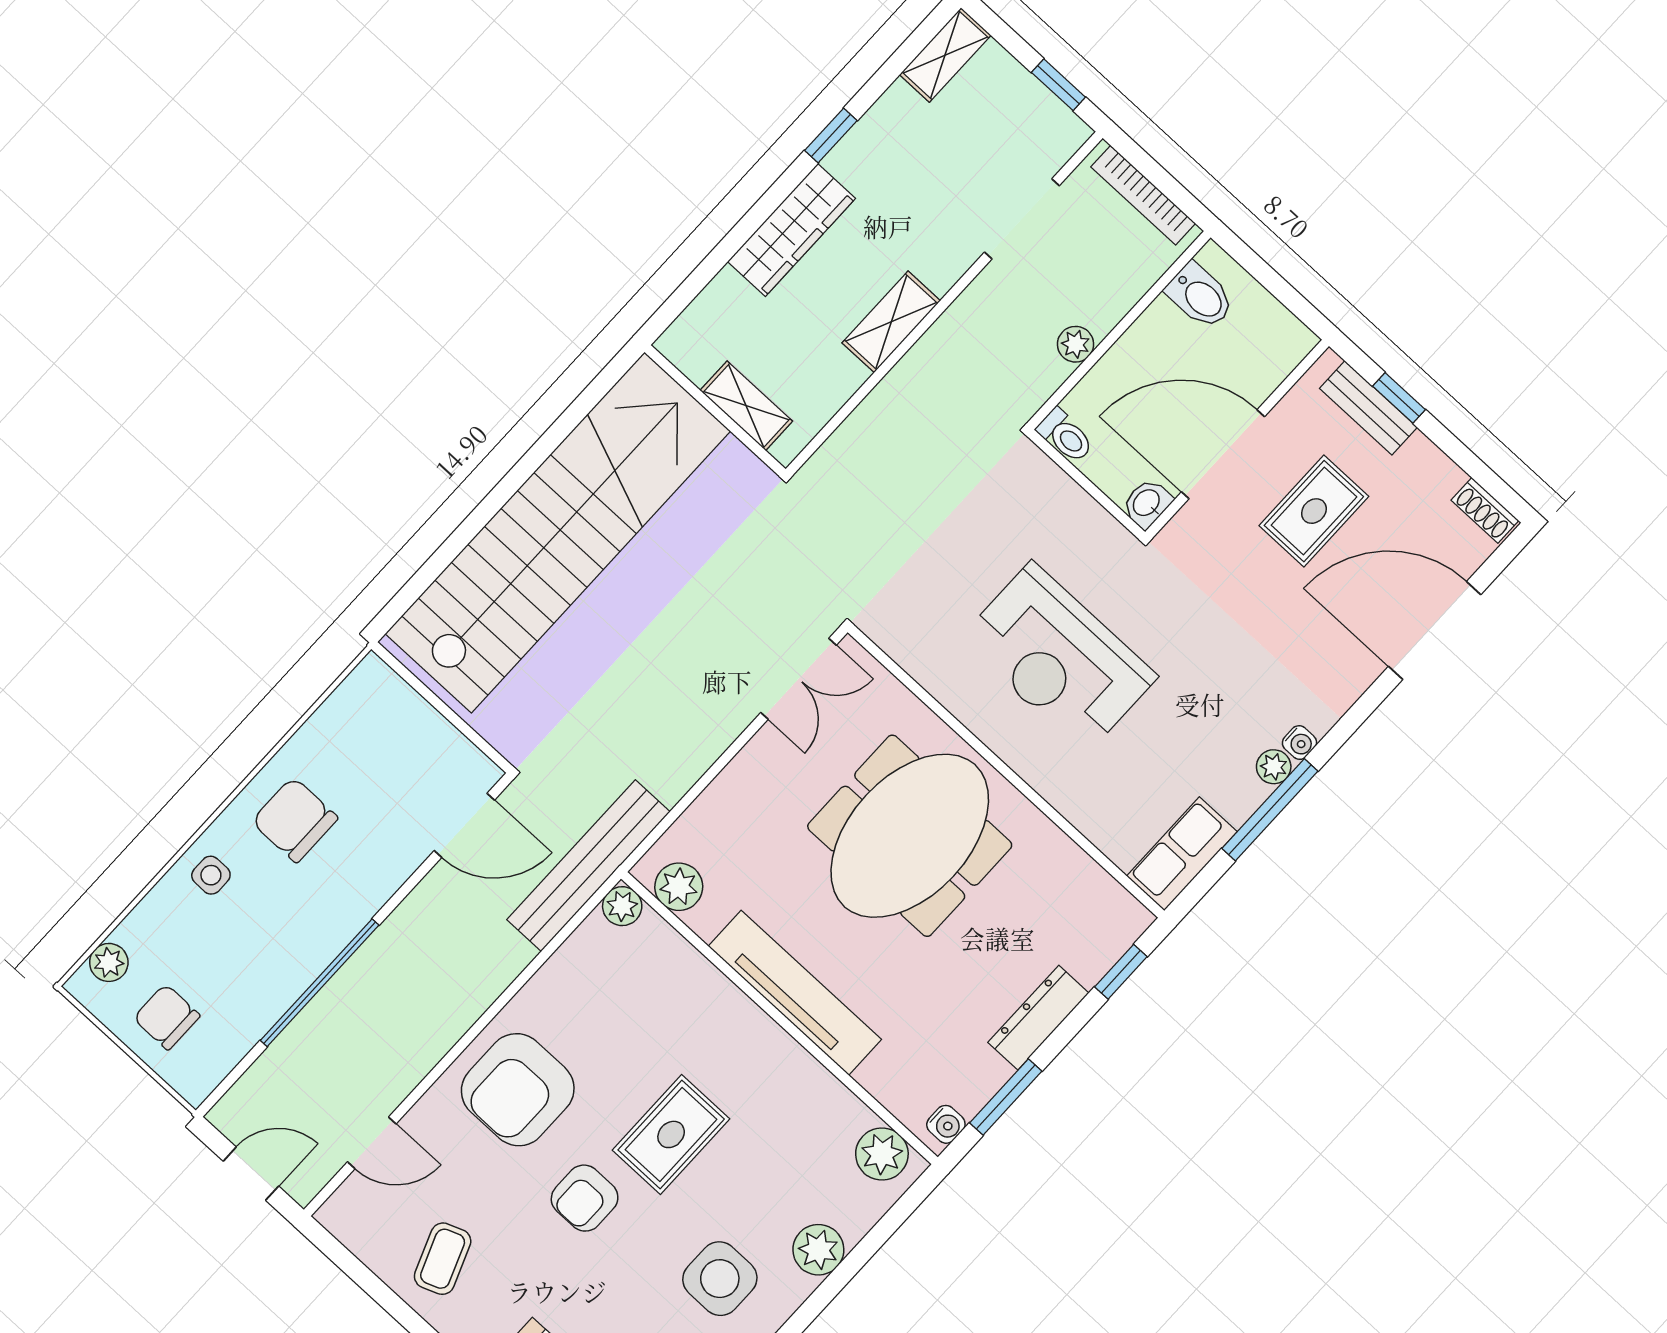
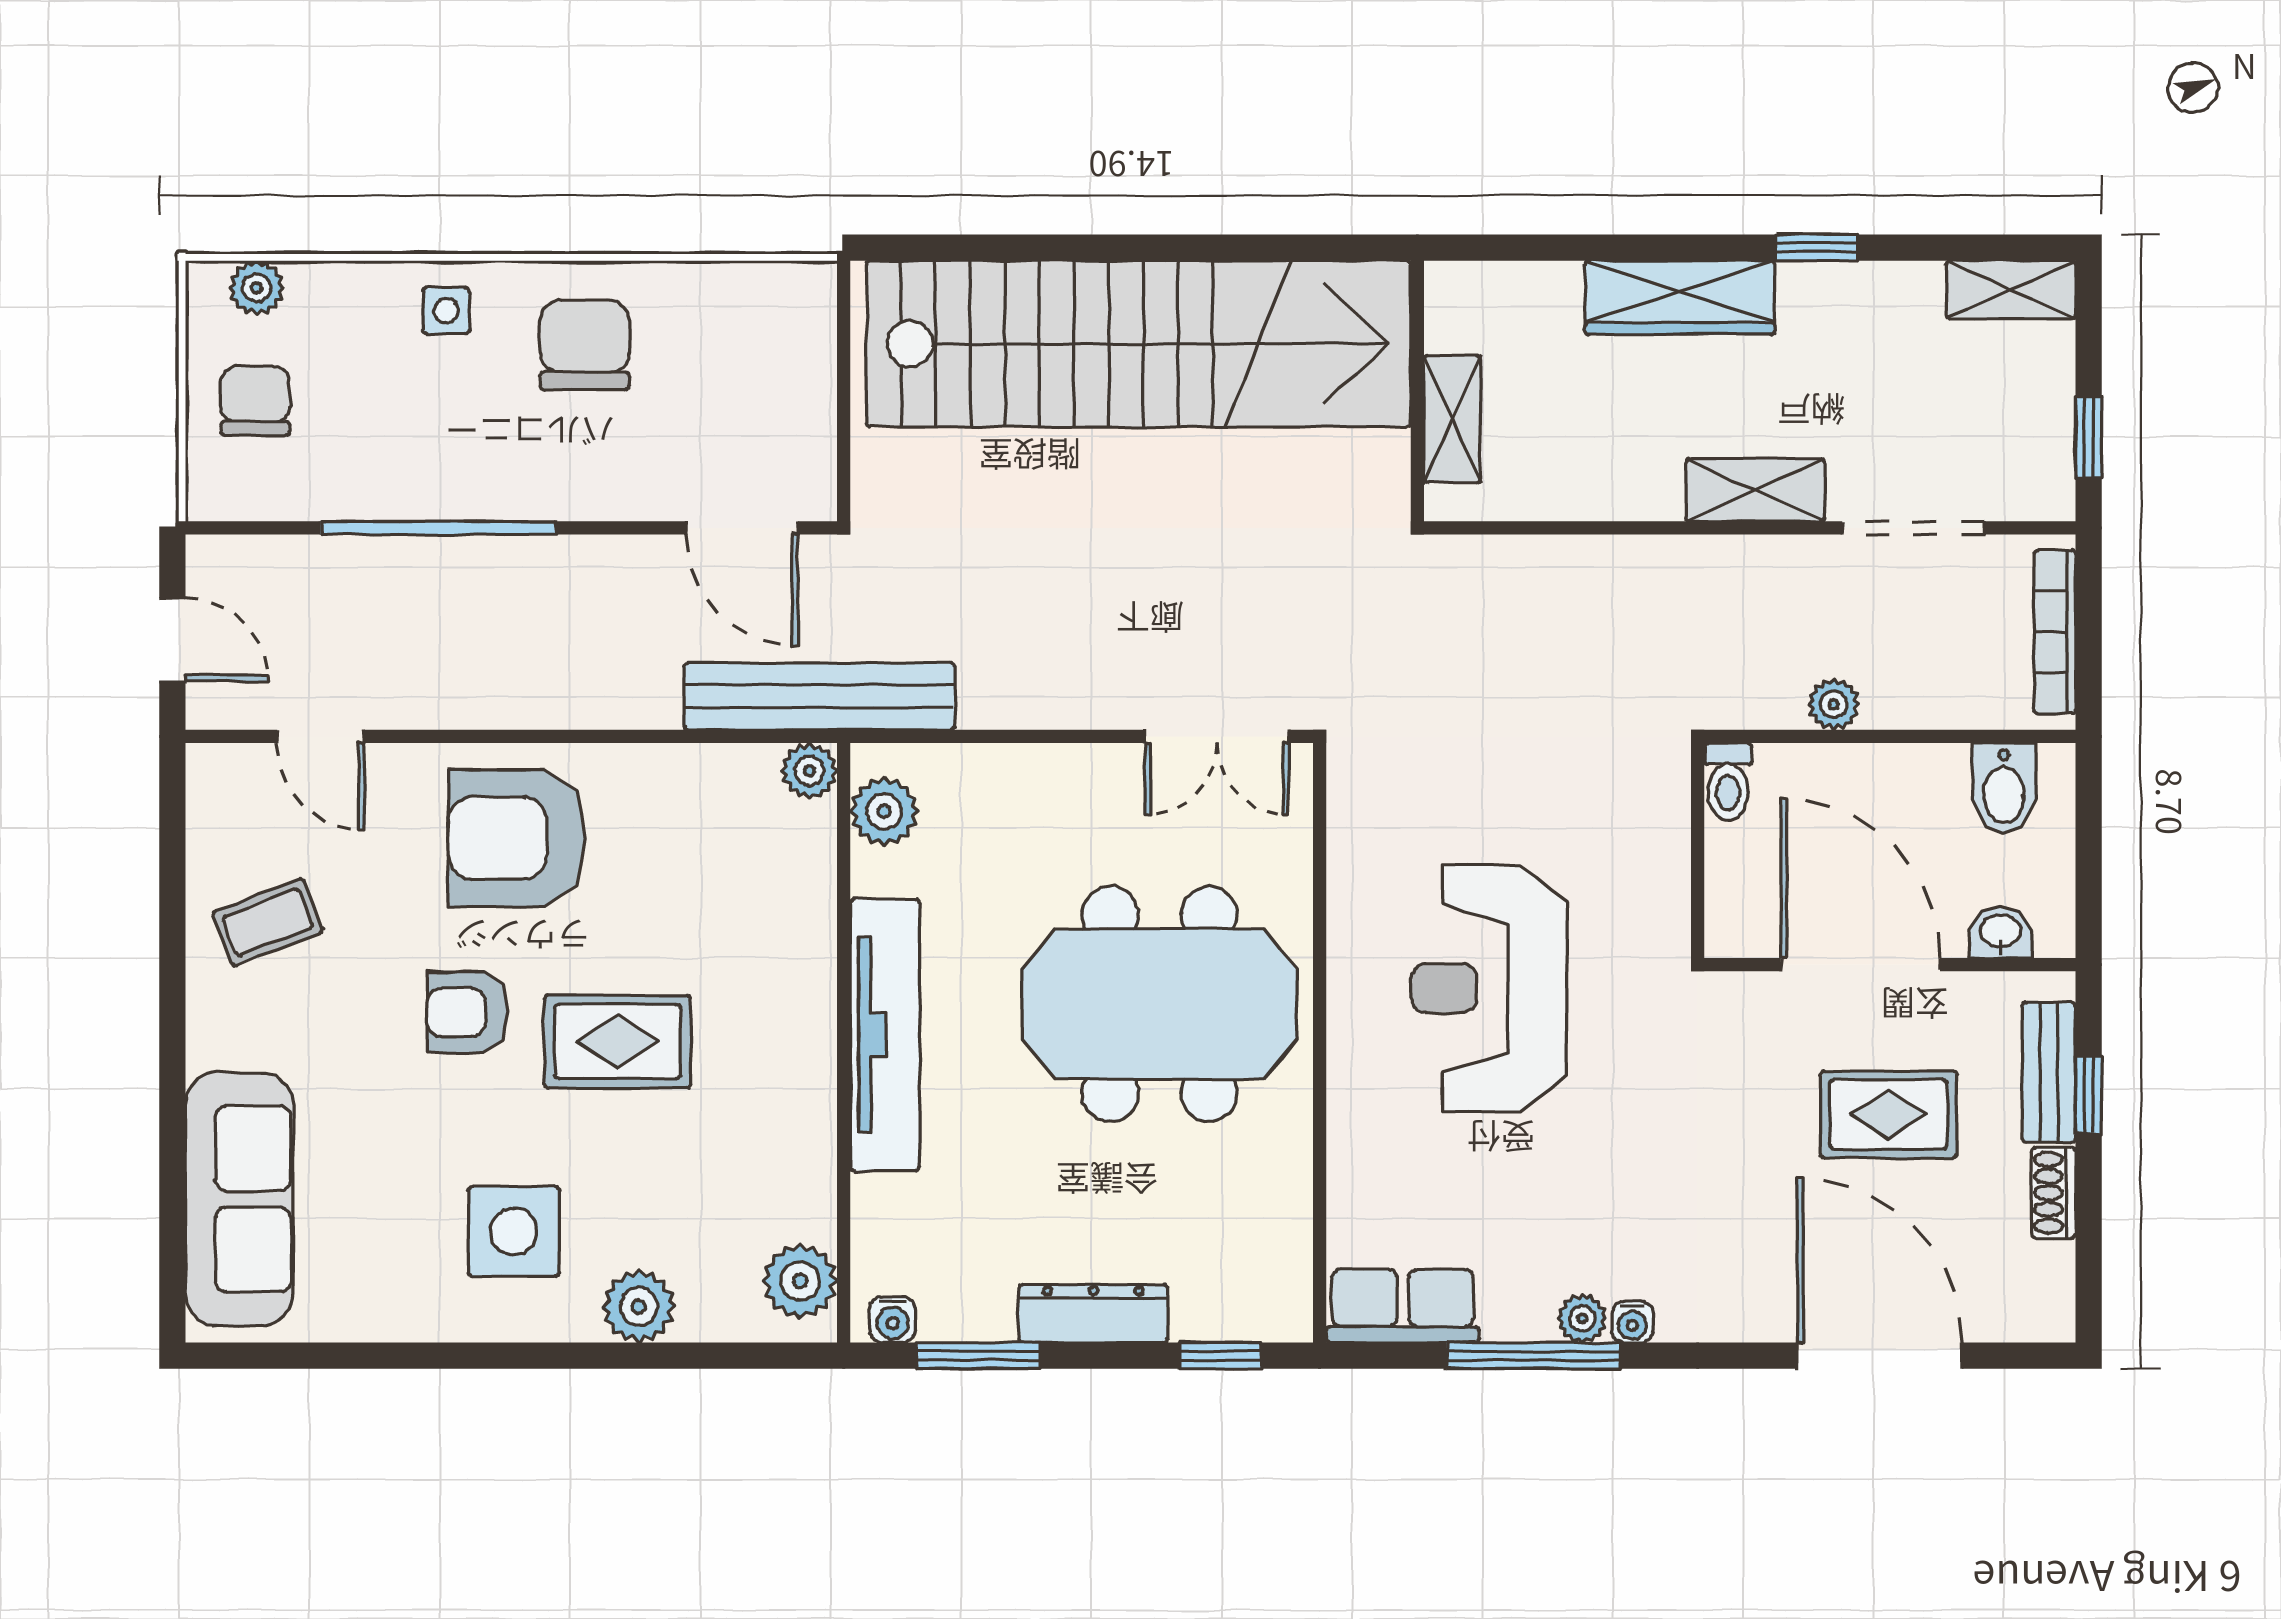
shelving: (891, 322) -> (1755, 490), moved
washbasin: (1147, 503) -> (2000, 932), moved
shoe rack: (1485, 510) -> (2054, 1193), moved

